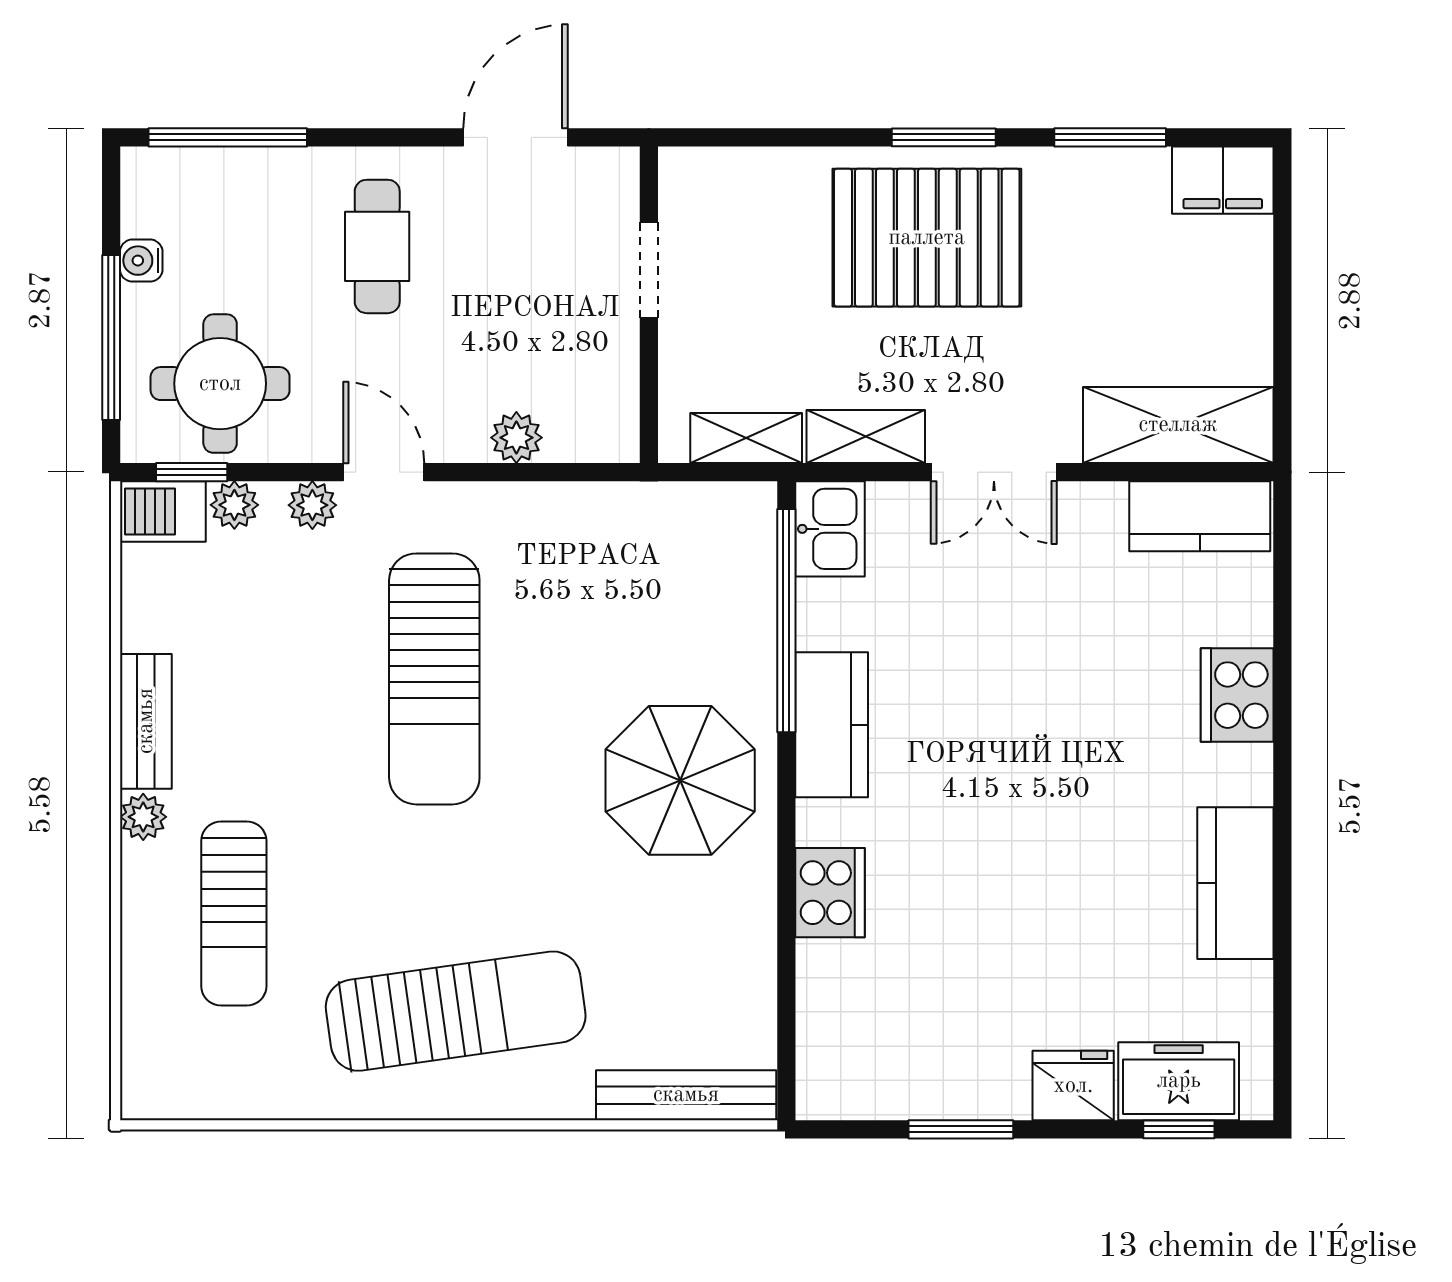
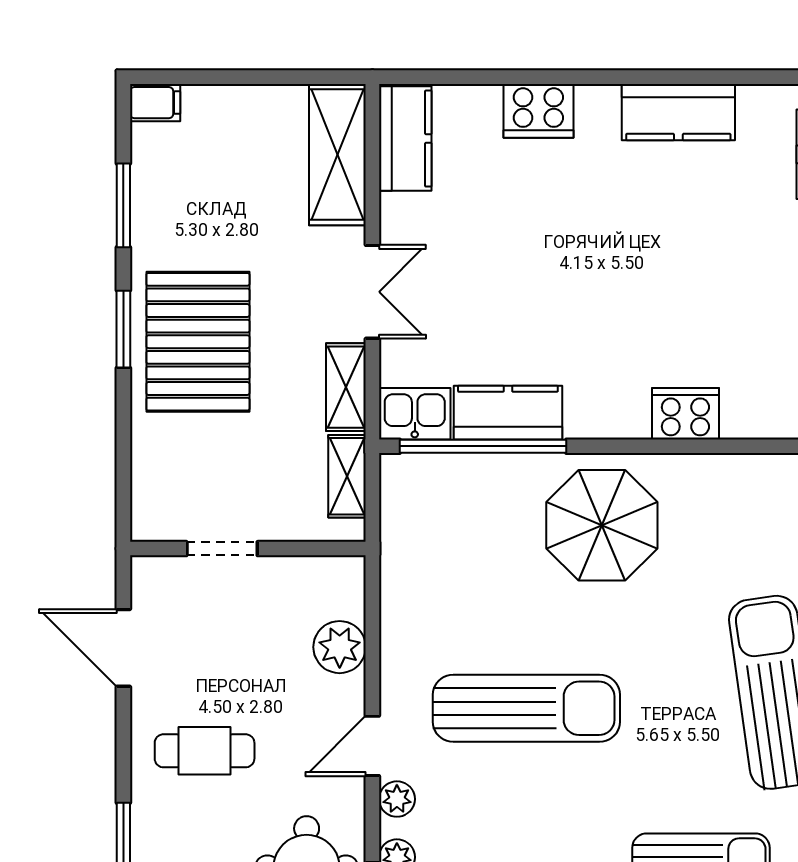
filing cabinet: (1223, 180) -> (155, 103), width x0.50
plant: (516, 438) -> (340, 647), width x1.38, depth x1.38
kitchen counter: (832, 725) -> (508, 413), moved

